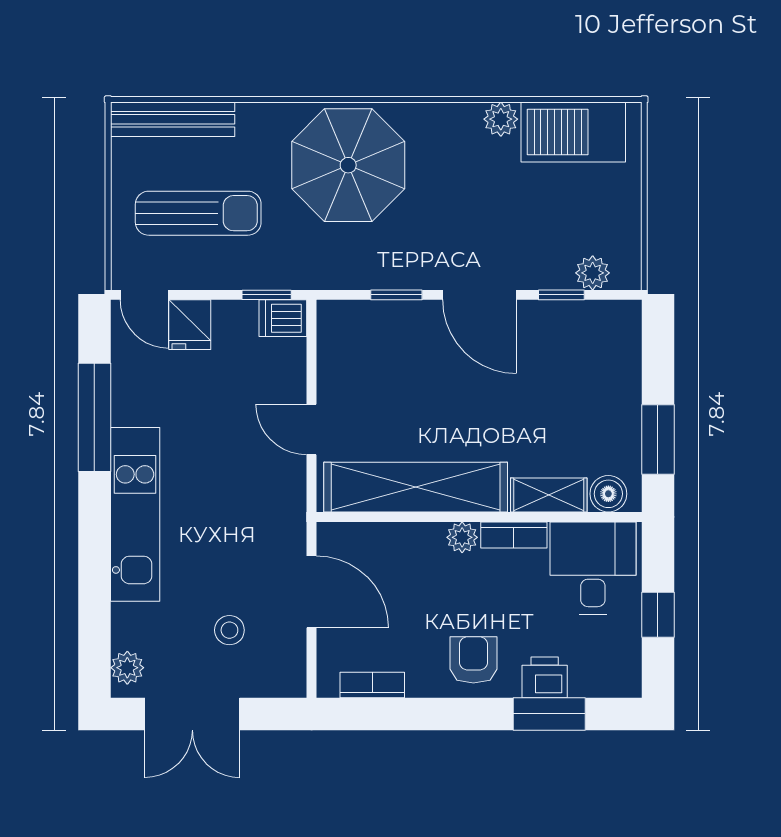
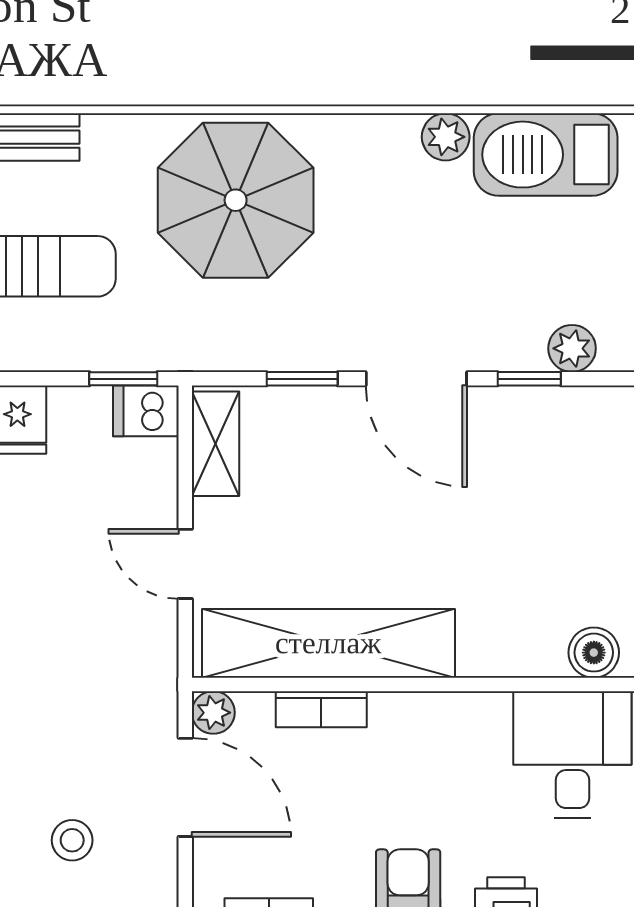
shelving: (549, 495) -> (216, 444), moved, turned 90
bookcase: (514, 535) -> (321, 709), moved
plant: (462, 537) -> (213, 713), moved

